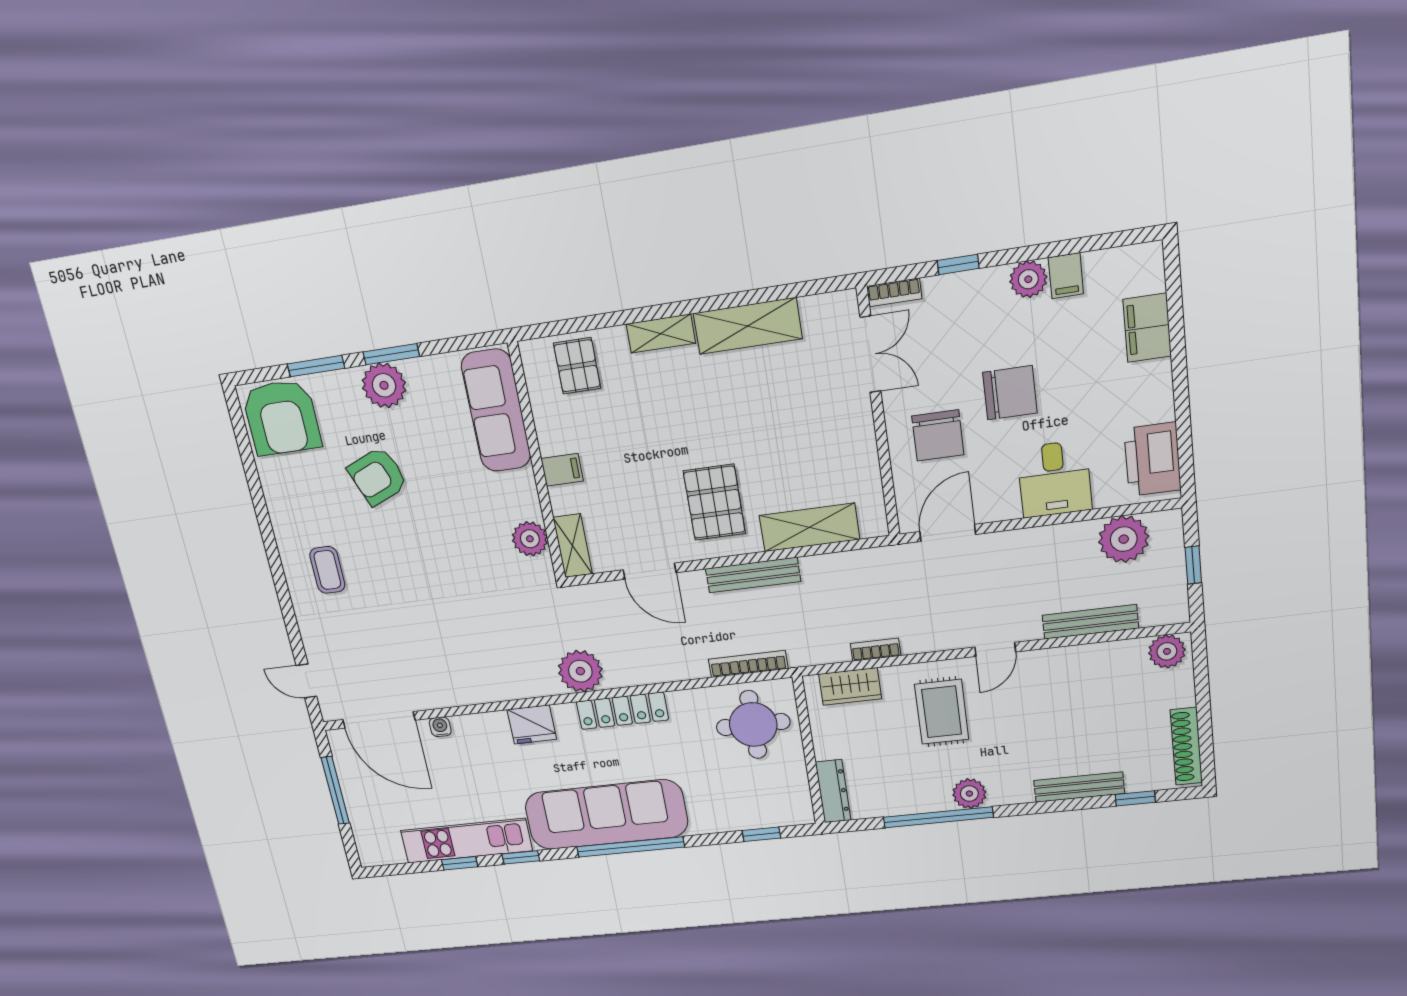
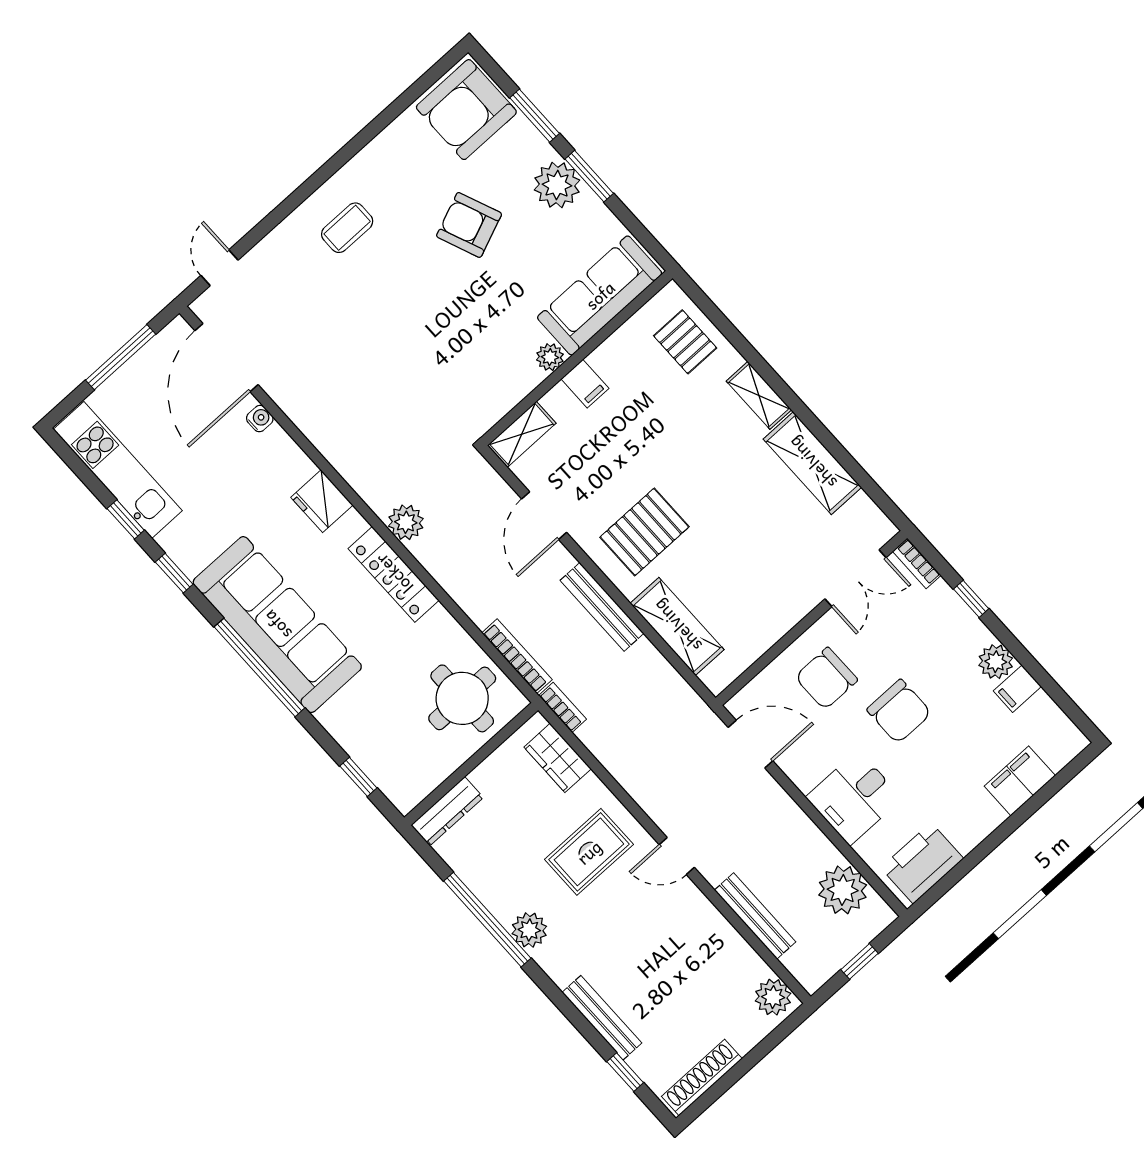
pallet: (577, 366) -> (685, 342), turned 90
plant: (530, 539) -> (550, 357), moved, width x0.73, depth x0.73
bookcase: (875, 650) -> (563, 707), moved
plant: (580, 671) -> (406, 522), width x0.73, depth x0.73
kitchen unit: (466, 841) -> (118, 470), moved

